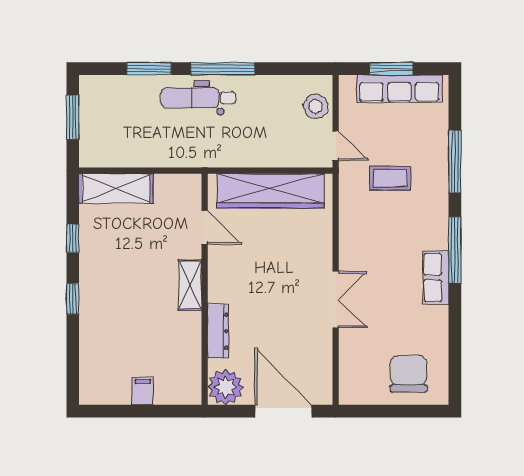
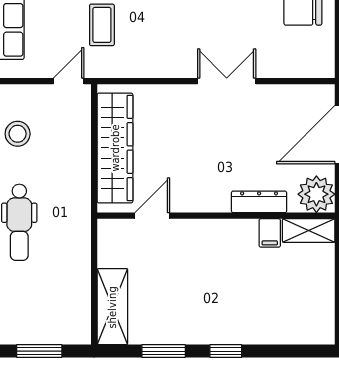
stool: (316, 106) -> (18, 134), moved
window: (73, 238) -> (164, 351), width x1.50
shelving: (190, 285) -> (309, 231), moved
filing cabinet: (143, 391) -> (270, 233), moved, turned -90

